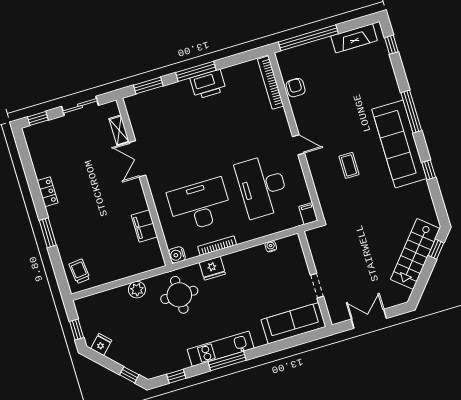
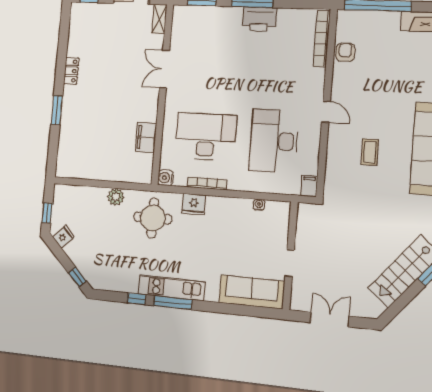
shelving: (119, 130) -> (159, 19), moved
trolley: (79, 271) -> (71, 158), removed
window: (176, 376) -> (137, 299), moved

